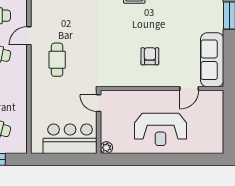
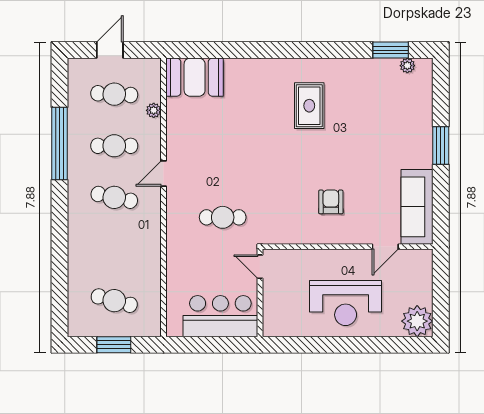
cafe table: (57, 60) -> (223, 217), moved, turned 90
plant: (106, 148) -> (417, 321), moved, width x1.87, depth x1.87

